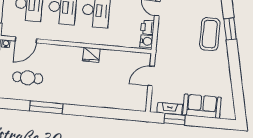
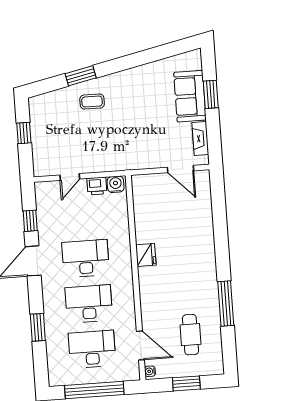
coffee table: (210, 34) -> (92, 102), width x0.54, depth x0.58
door: (151, 76) -> (181, 169), moved
window: (175, 119) -> (211, 94), moved

